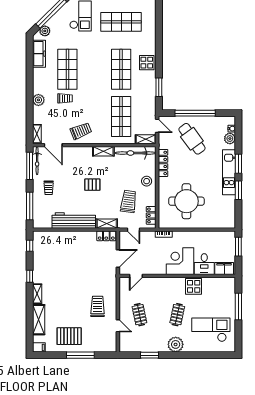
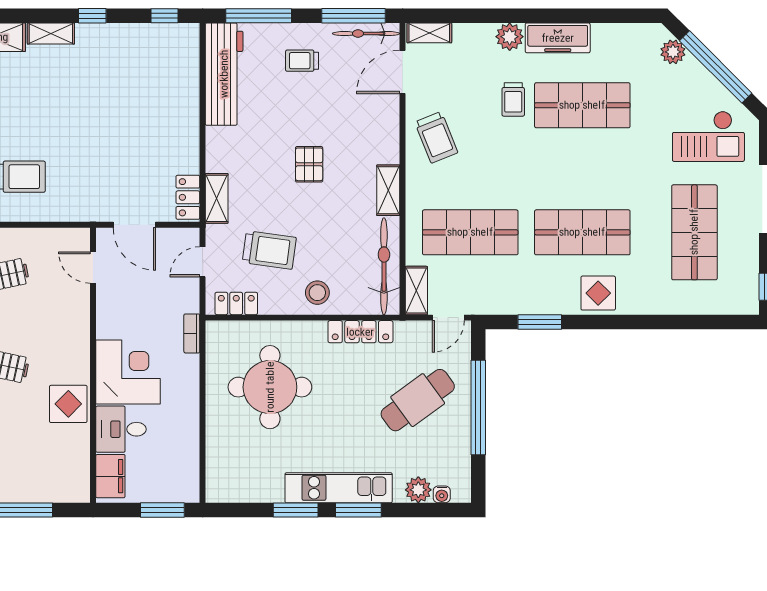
freezer: (39, 54) -> (558, 38), moved
workbench: (74, 221) -> (224, 74), moved

